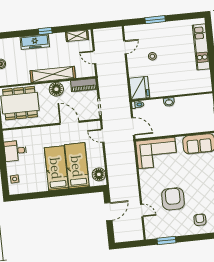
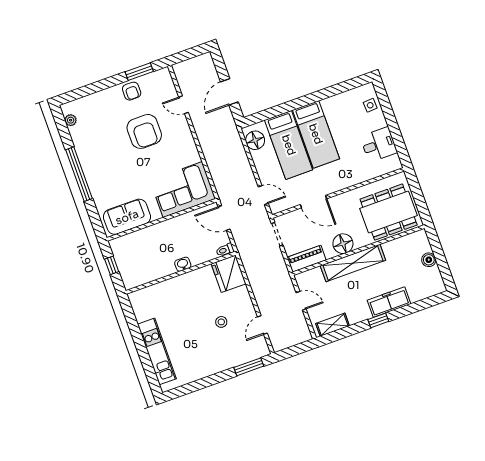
window: (155, 20) -> (249, 367), moved
armchair: (200, 220) -> (132, 91), moved

